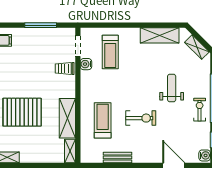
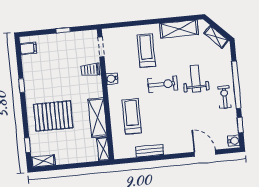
window: (41, 25) -> (63, 30), width x0.46
treadmill: (110, 52) -> (146, 51), moved, turned 180
water cooler: (86, 64) -> (112, 79), moved
exercise bike: (141, 118) -> (163, 84), moved

